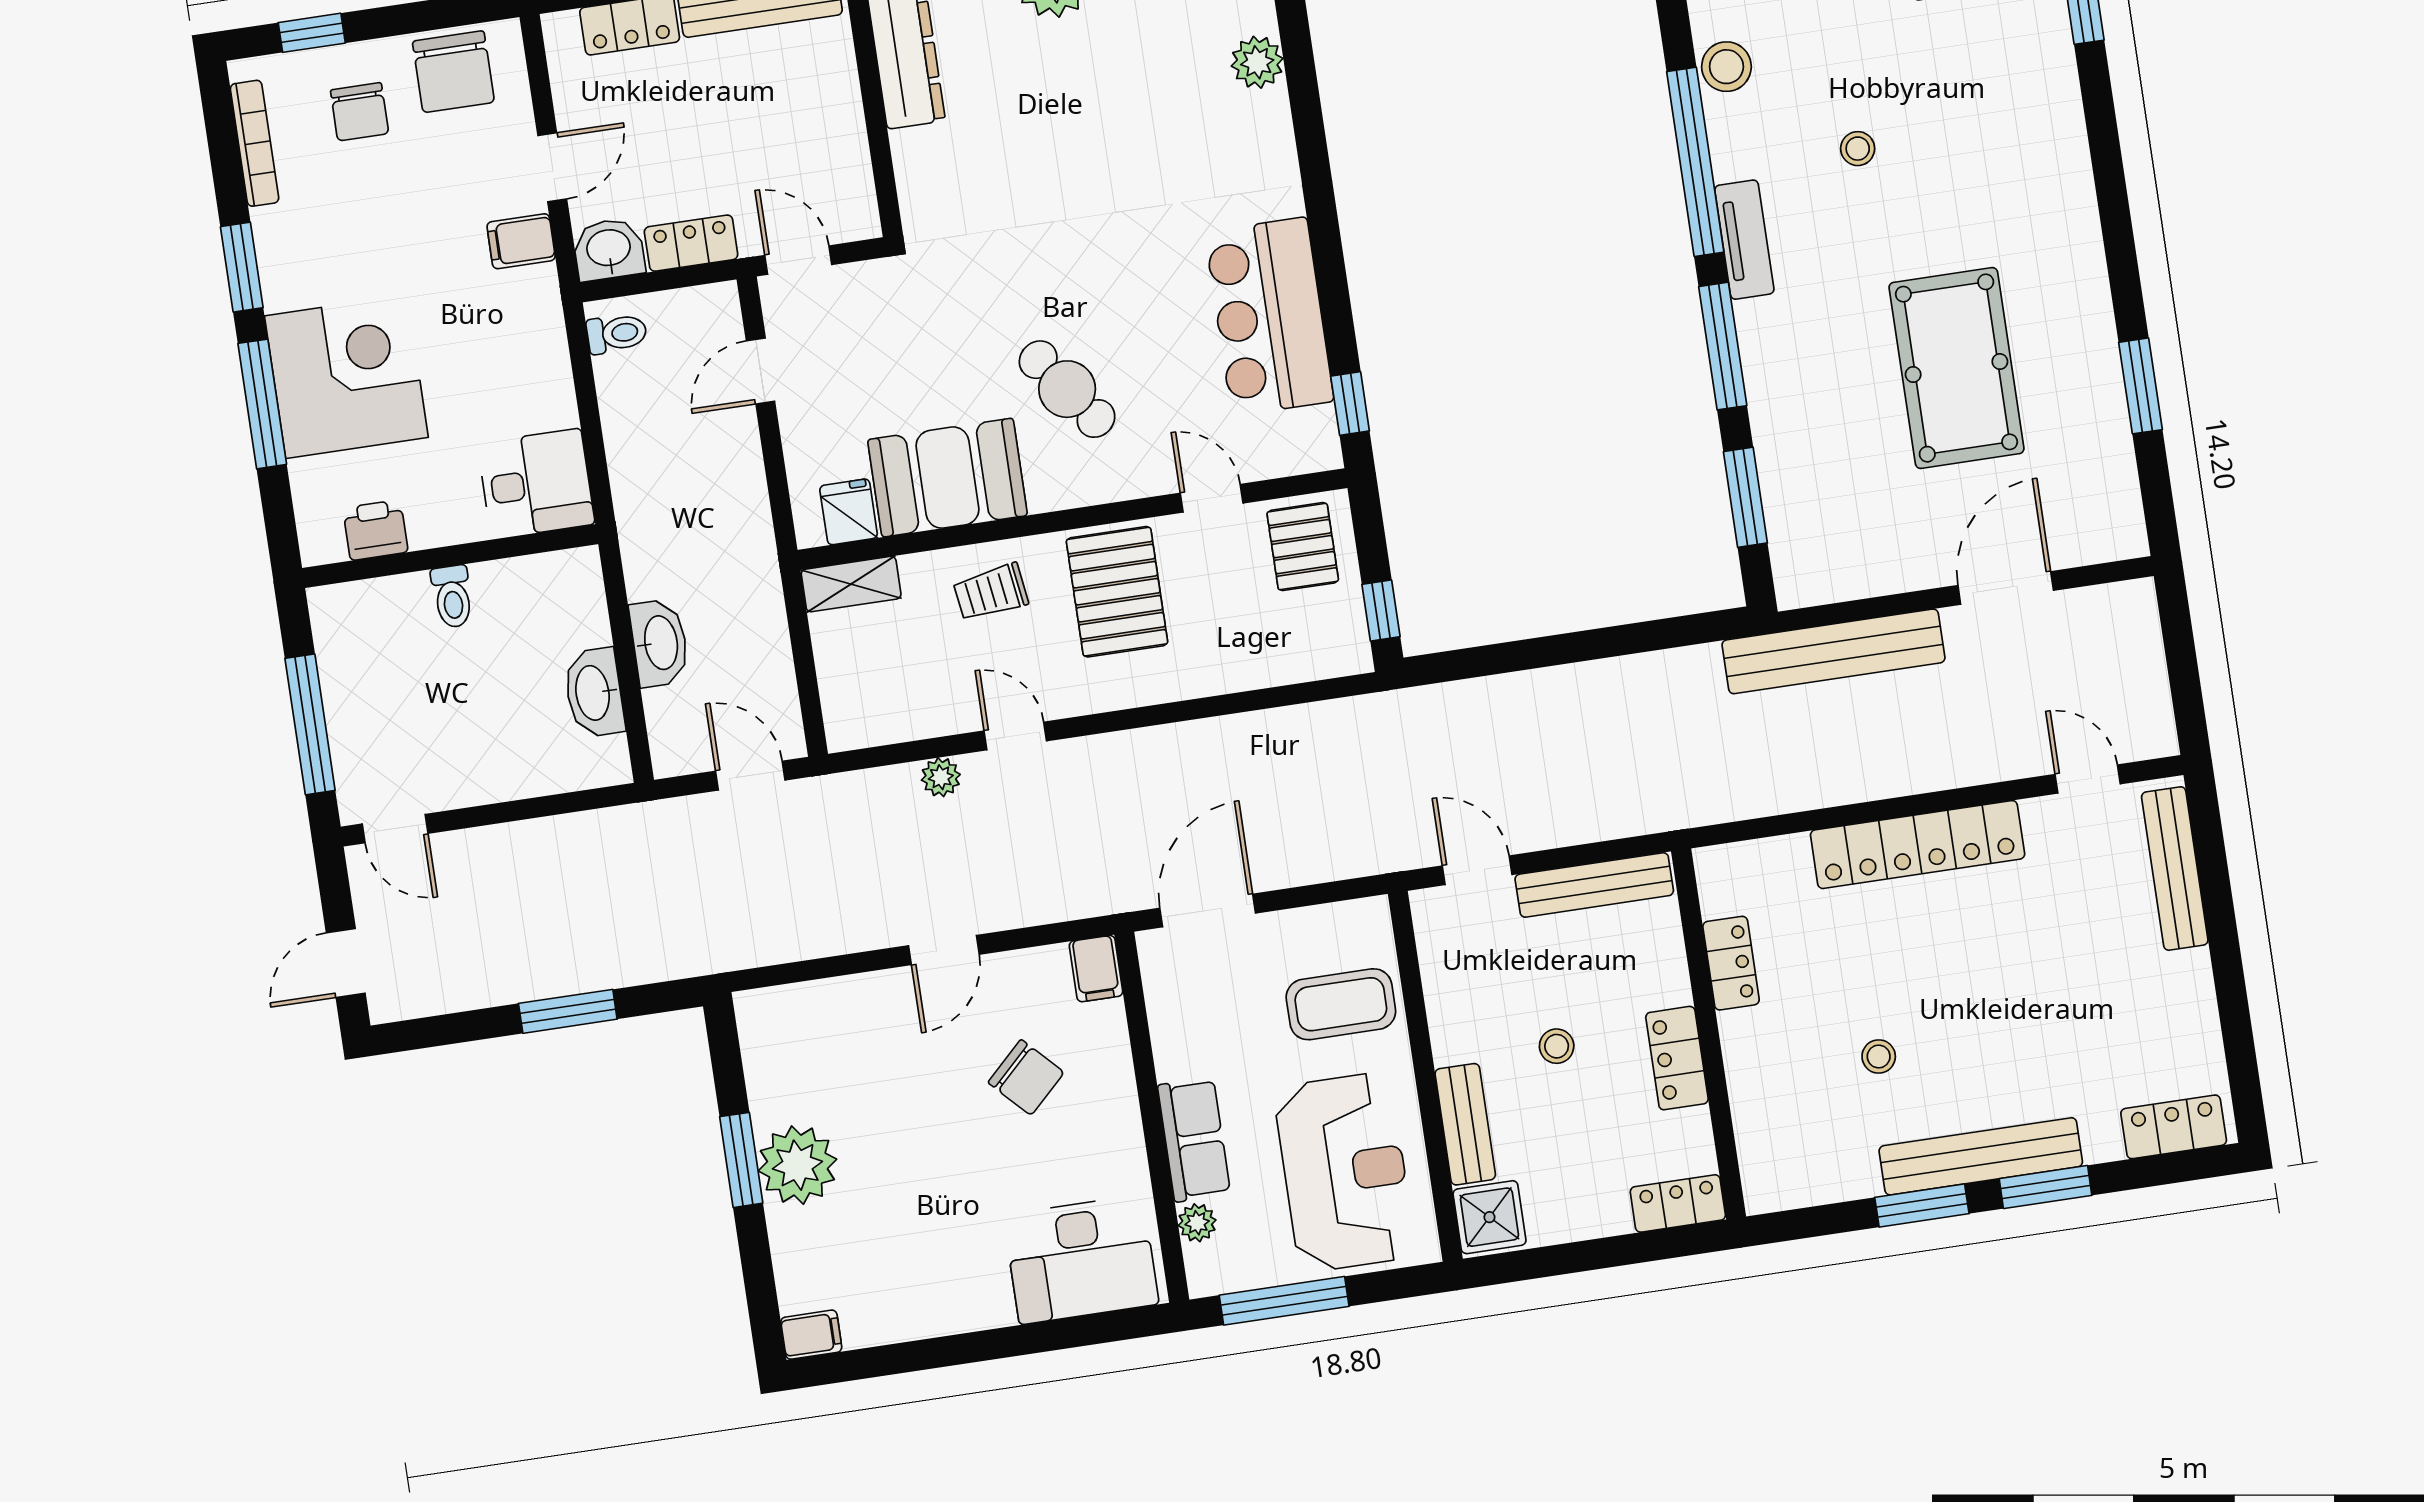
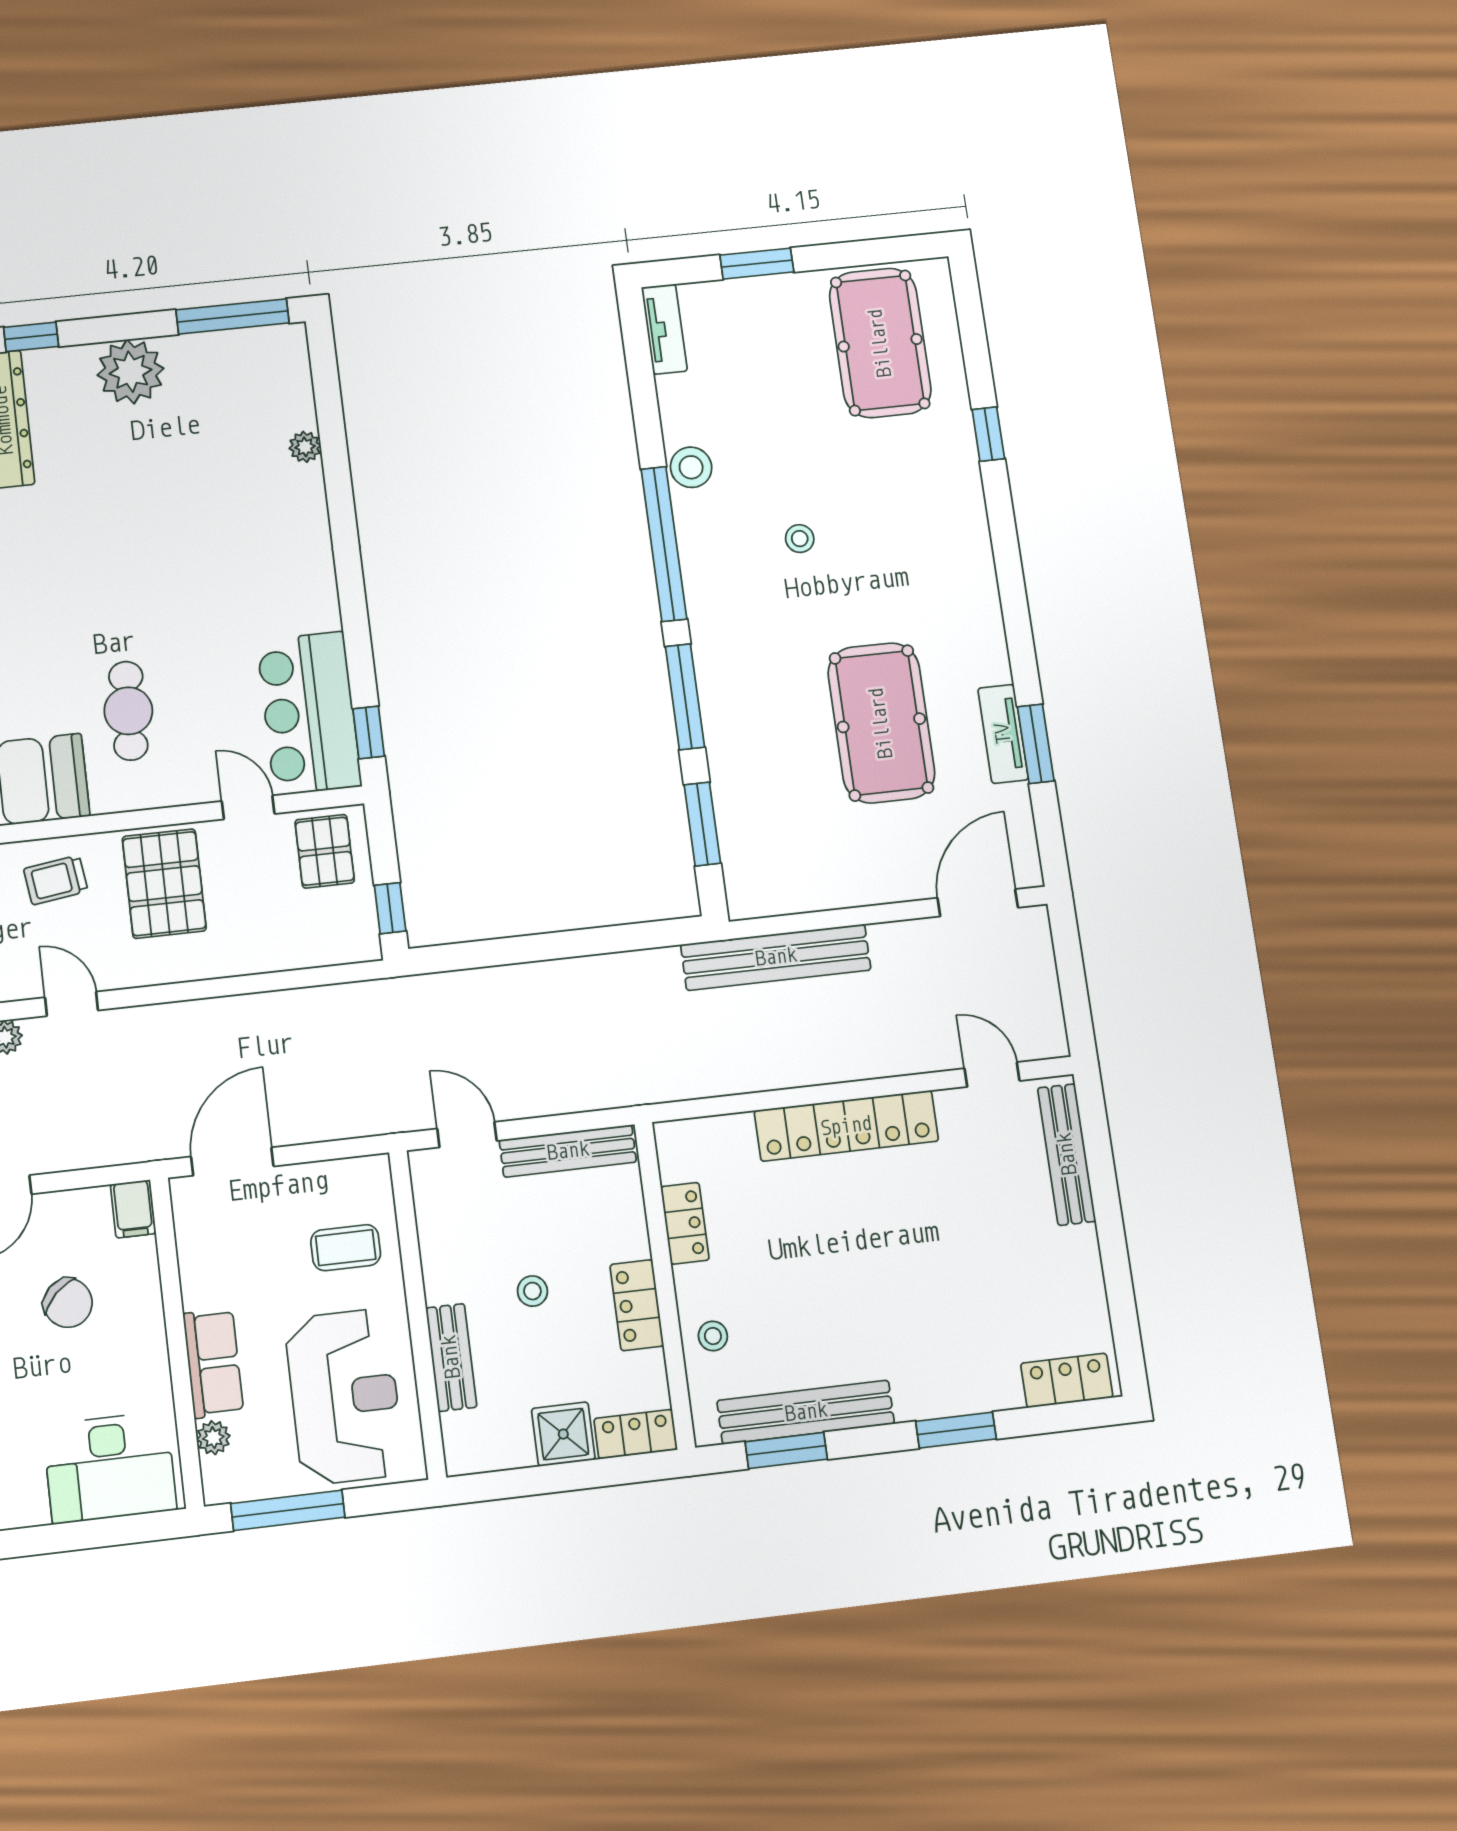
plant: (1257, 62) -> (305, 447), width x0.73, depth x0.73
tv unit: (1744, 240) -> (1003, 734), moved, turned 180
bar counter: (1269, 317) -> (309, 713), moved
cafe table: (1067, 389) -> (128, 711), turned 38
door: (2006, 588) -> (978, 903), moved
coffee table: (1341, 1004) -> (346, 1248), width x0.73, depth x0.77
stool: (1879, 1057) -> (713, 1336), moved
bench: (1981, 1156) -> (806, 1412), moved
window: (1922, 1205) -> (786, 1450), moved
shower: (1489, 1217) -> (563, 1434), moved

